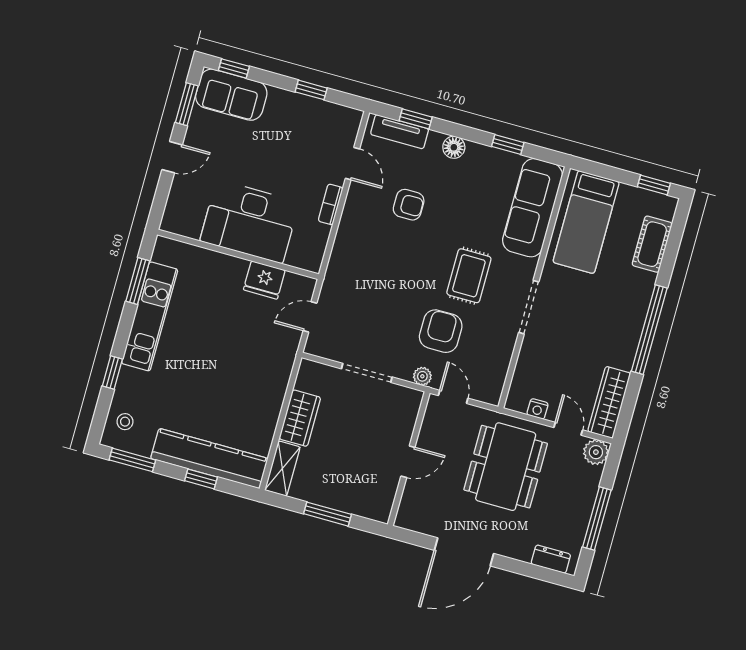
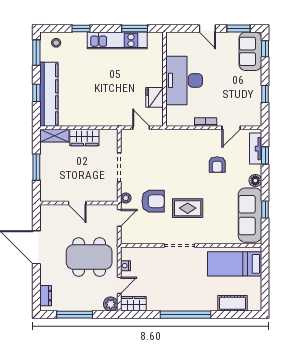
window: (654, 185) -> (265, 295), removed
sofa: (532, 208) -> (250, 215), moved, turned -90
wardrobe: (609, 402) -> (133, 304), width x0.67

